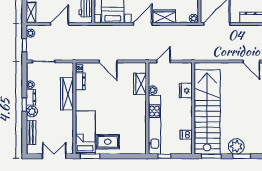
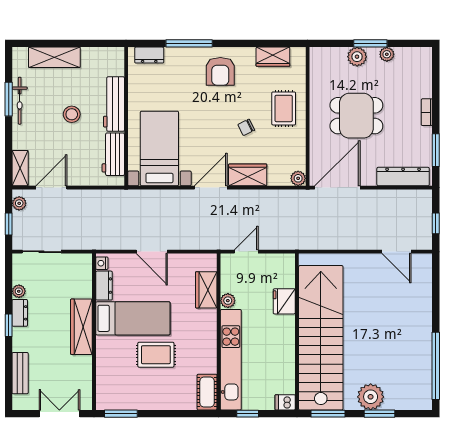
door: (60, 24) -> (51, 188), moved
wardrobe: (67, 94) -> (81, 327), moved
plant: (32, 111) -> (21, 337), removed
bed: (85, 132) -> (133, 318), moved, turned 90
dishwasher: (186, 135) -> (285, 402), moved
rug: (108, 142) -> (156, 355), moved
cot: (140, 144) -> (207, 392), added

